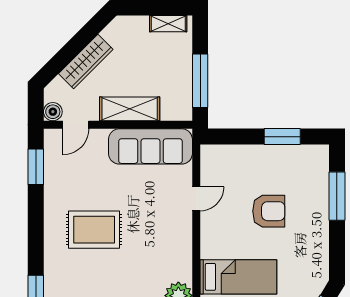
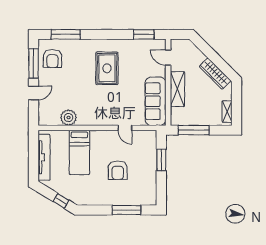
wardrobe: (86, 61) -> (215, 74), moved
boiler: (53, 112) -> (176, 44), removed
window: (282, 137) -> (161, 160), moved

